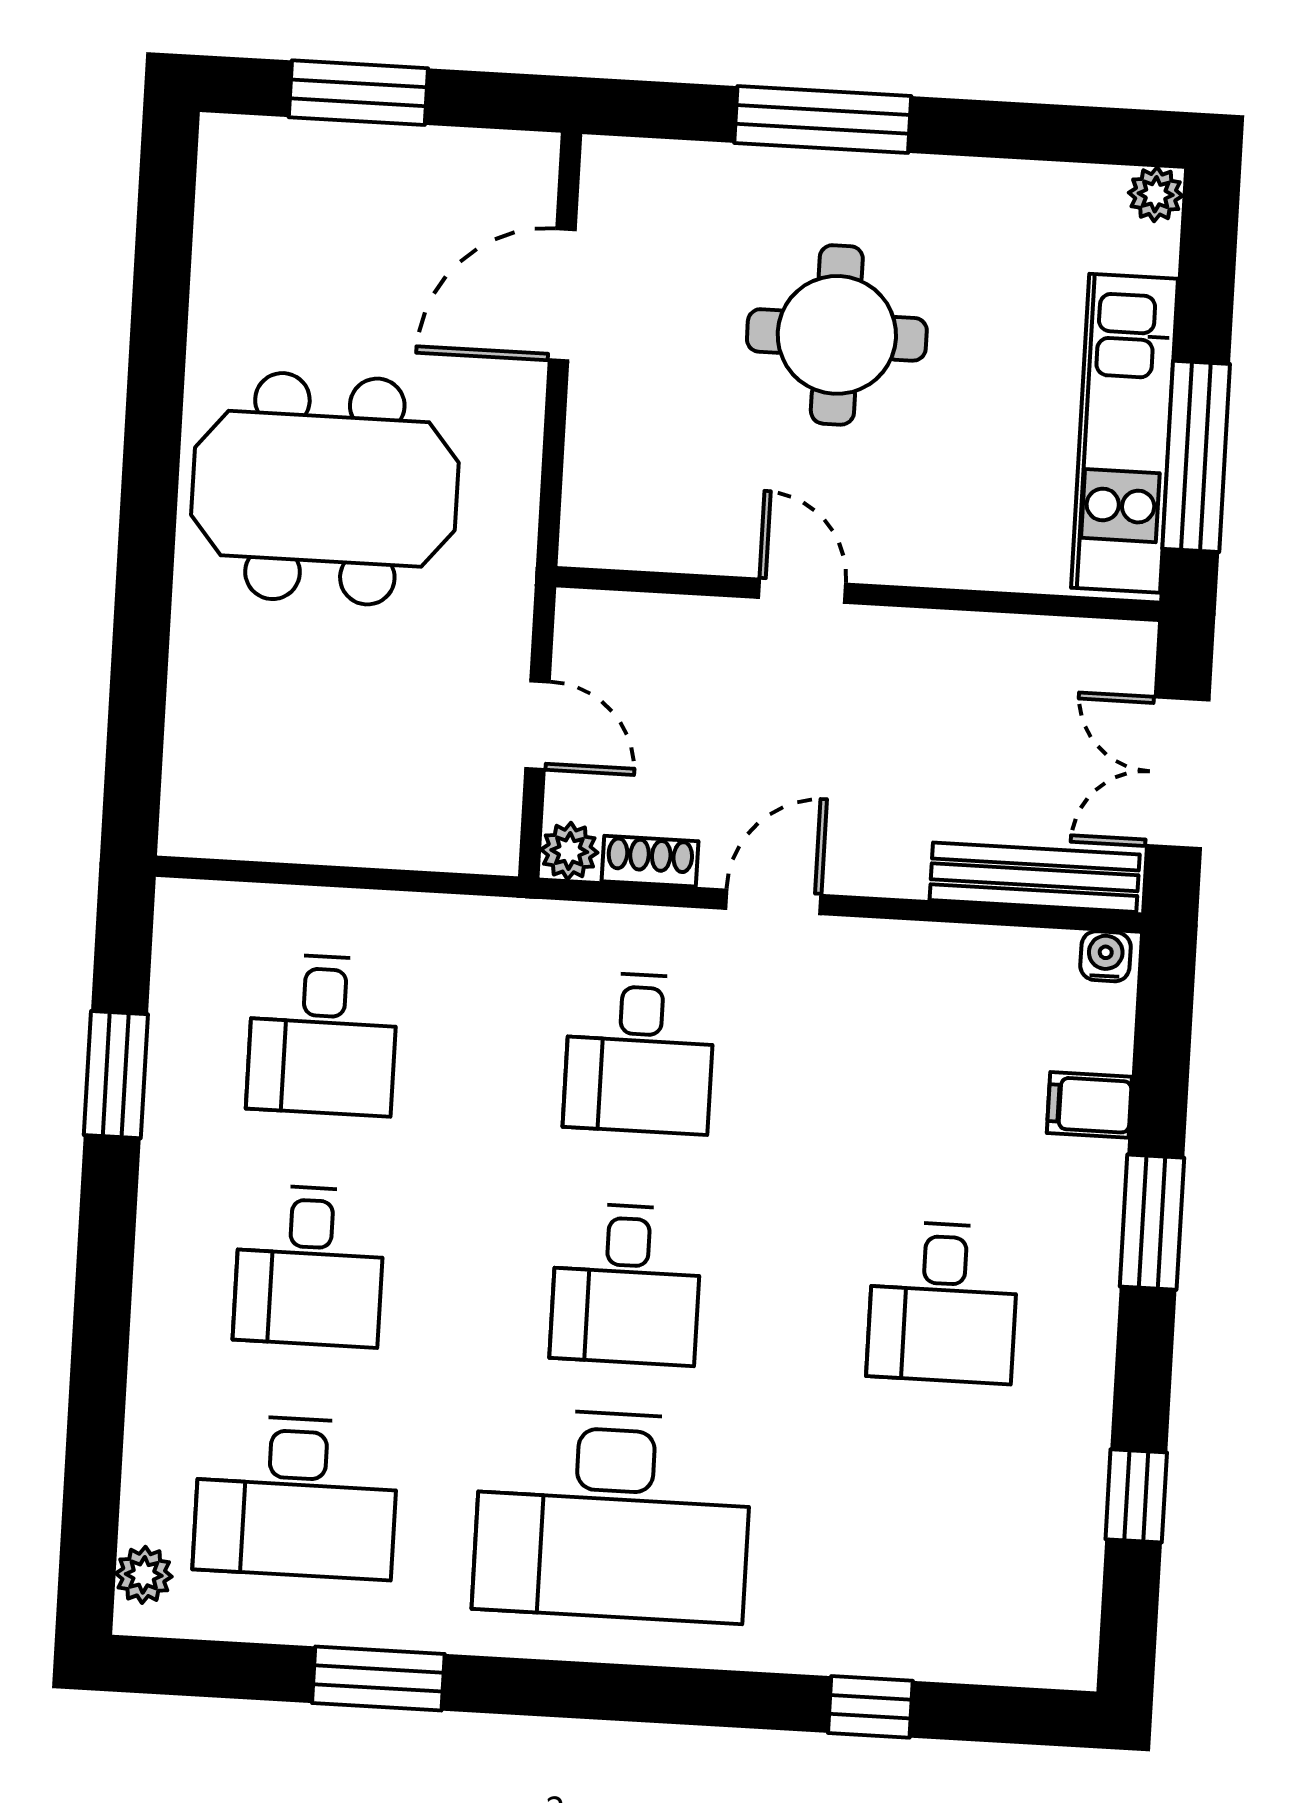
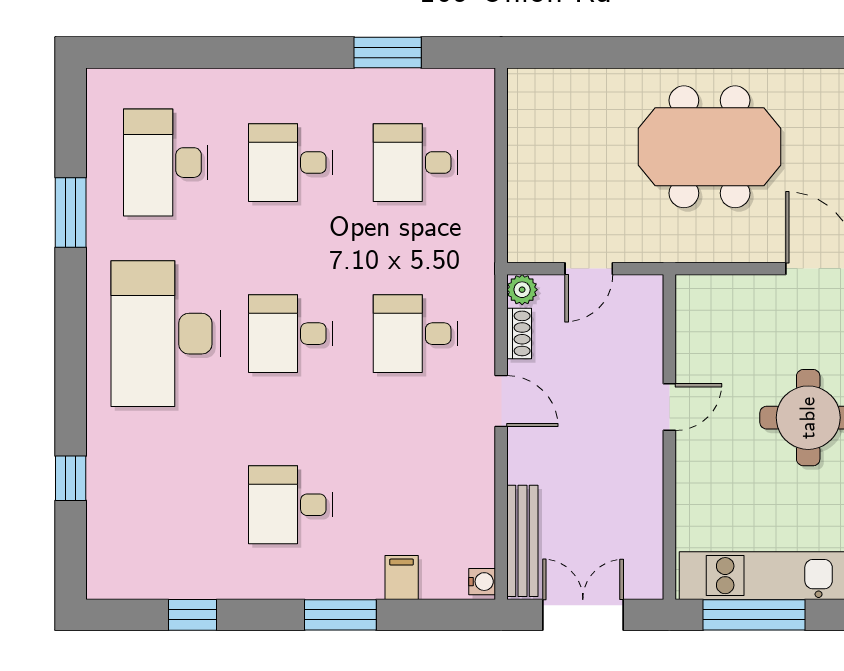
meeting table: (325, 489) -> (709, 147), turned 90
plant: (144, 1575) -> (119, 83), removed

